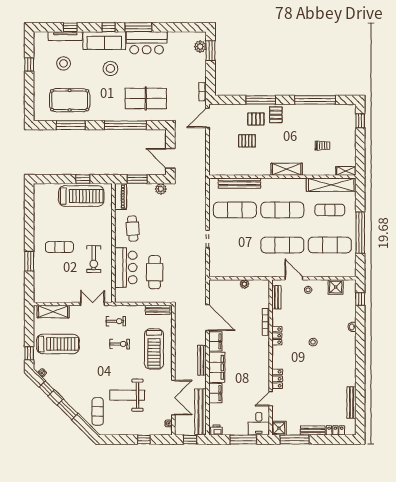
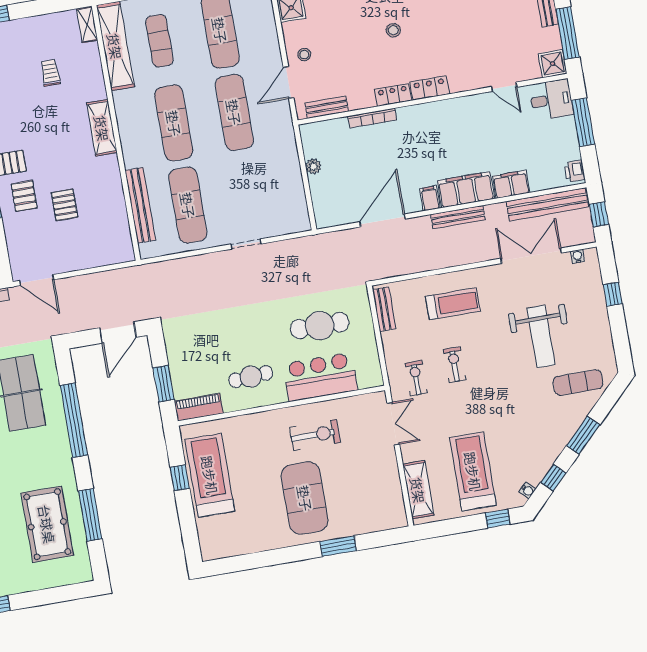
plant: (161, 189) -> (174, 340), removed
exercise mat: (59, 247) -> (305, 498), width x2.00, depth x1.45
double door: (93, 304) -> (393, 424), swing flipped
filing cabinet: (215, 341) -> (430, 198), width x0.50
treadmill: (154, 349) -> (453, 304), width x0.73, depth x0.73
locker: (277, 379) -> (430, 88), moved

